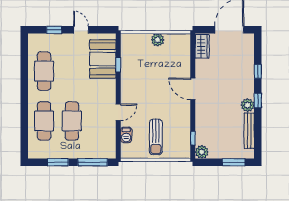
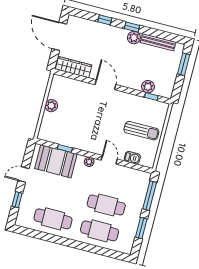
wardrobe: (202, 46) -> (74, 67), width x1.50
door: (193, 89) -> (105, 85), swing flipped
plant: (111, 93) -> (89, 162), added
plant: (202, 152) -> (148, 87), moved

